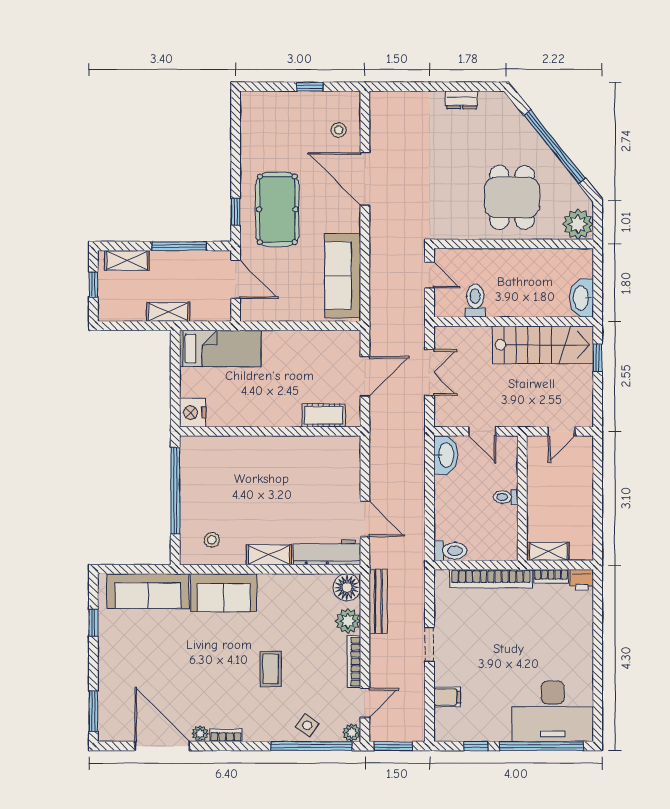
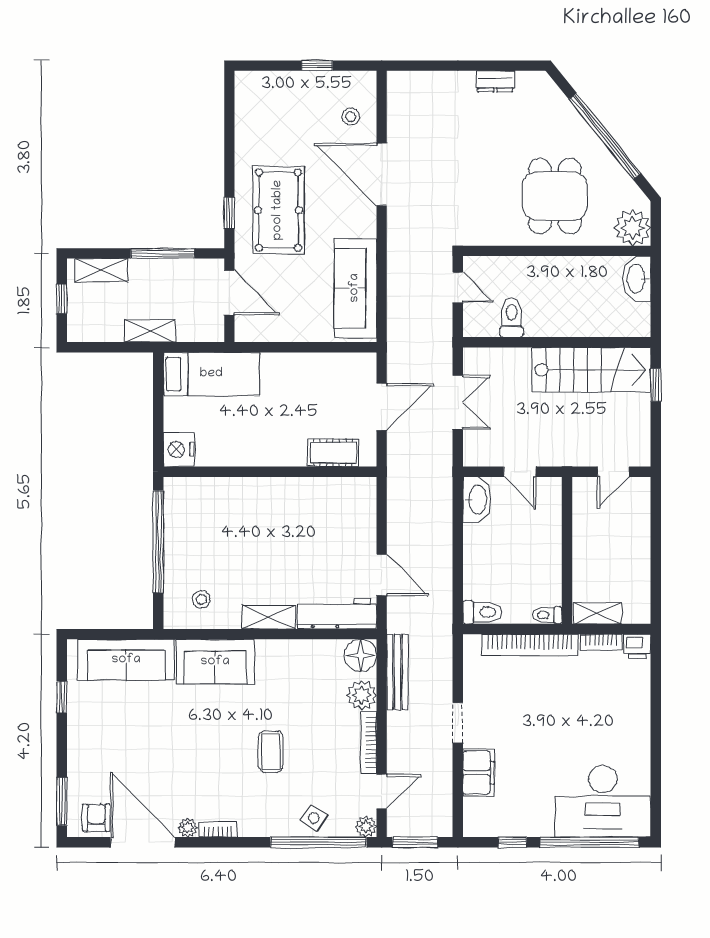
washbasin: (582, 298) -> (637, 279), moved
toilet: (506, 497) -> (547, 615), moved
filing cabinet: (447, 697) -> (479, 773), width x2.00
armchair: (123, 725) -> (96, 818), added

